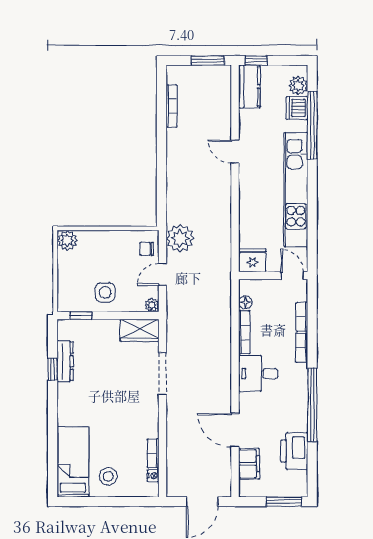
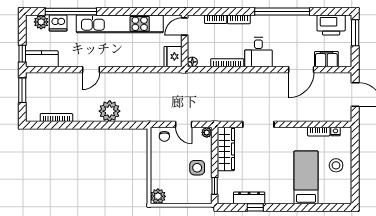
plant: (180, 238) -> (110, 111), moved
floor lamp: (245, 302) -> (192, 62), moved
wardrobe: (139, 330) -> (226, 149), width x1.50
printer: (294, 451) -> (331, 25), moved
bed: (73, 462) -> (306, 177), moved, turned 90

